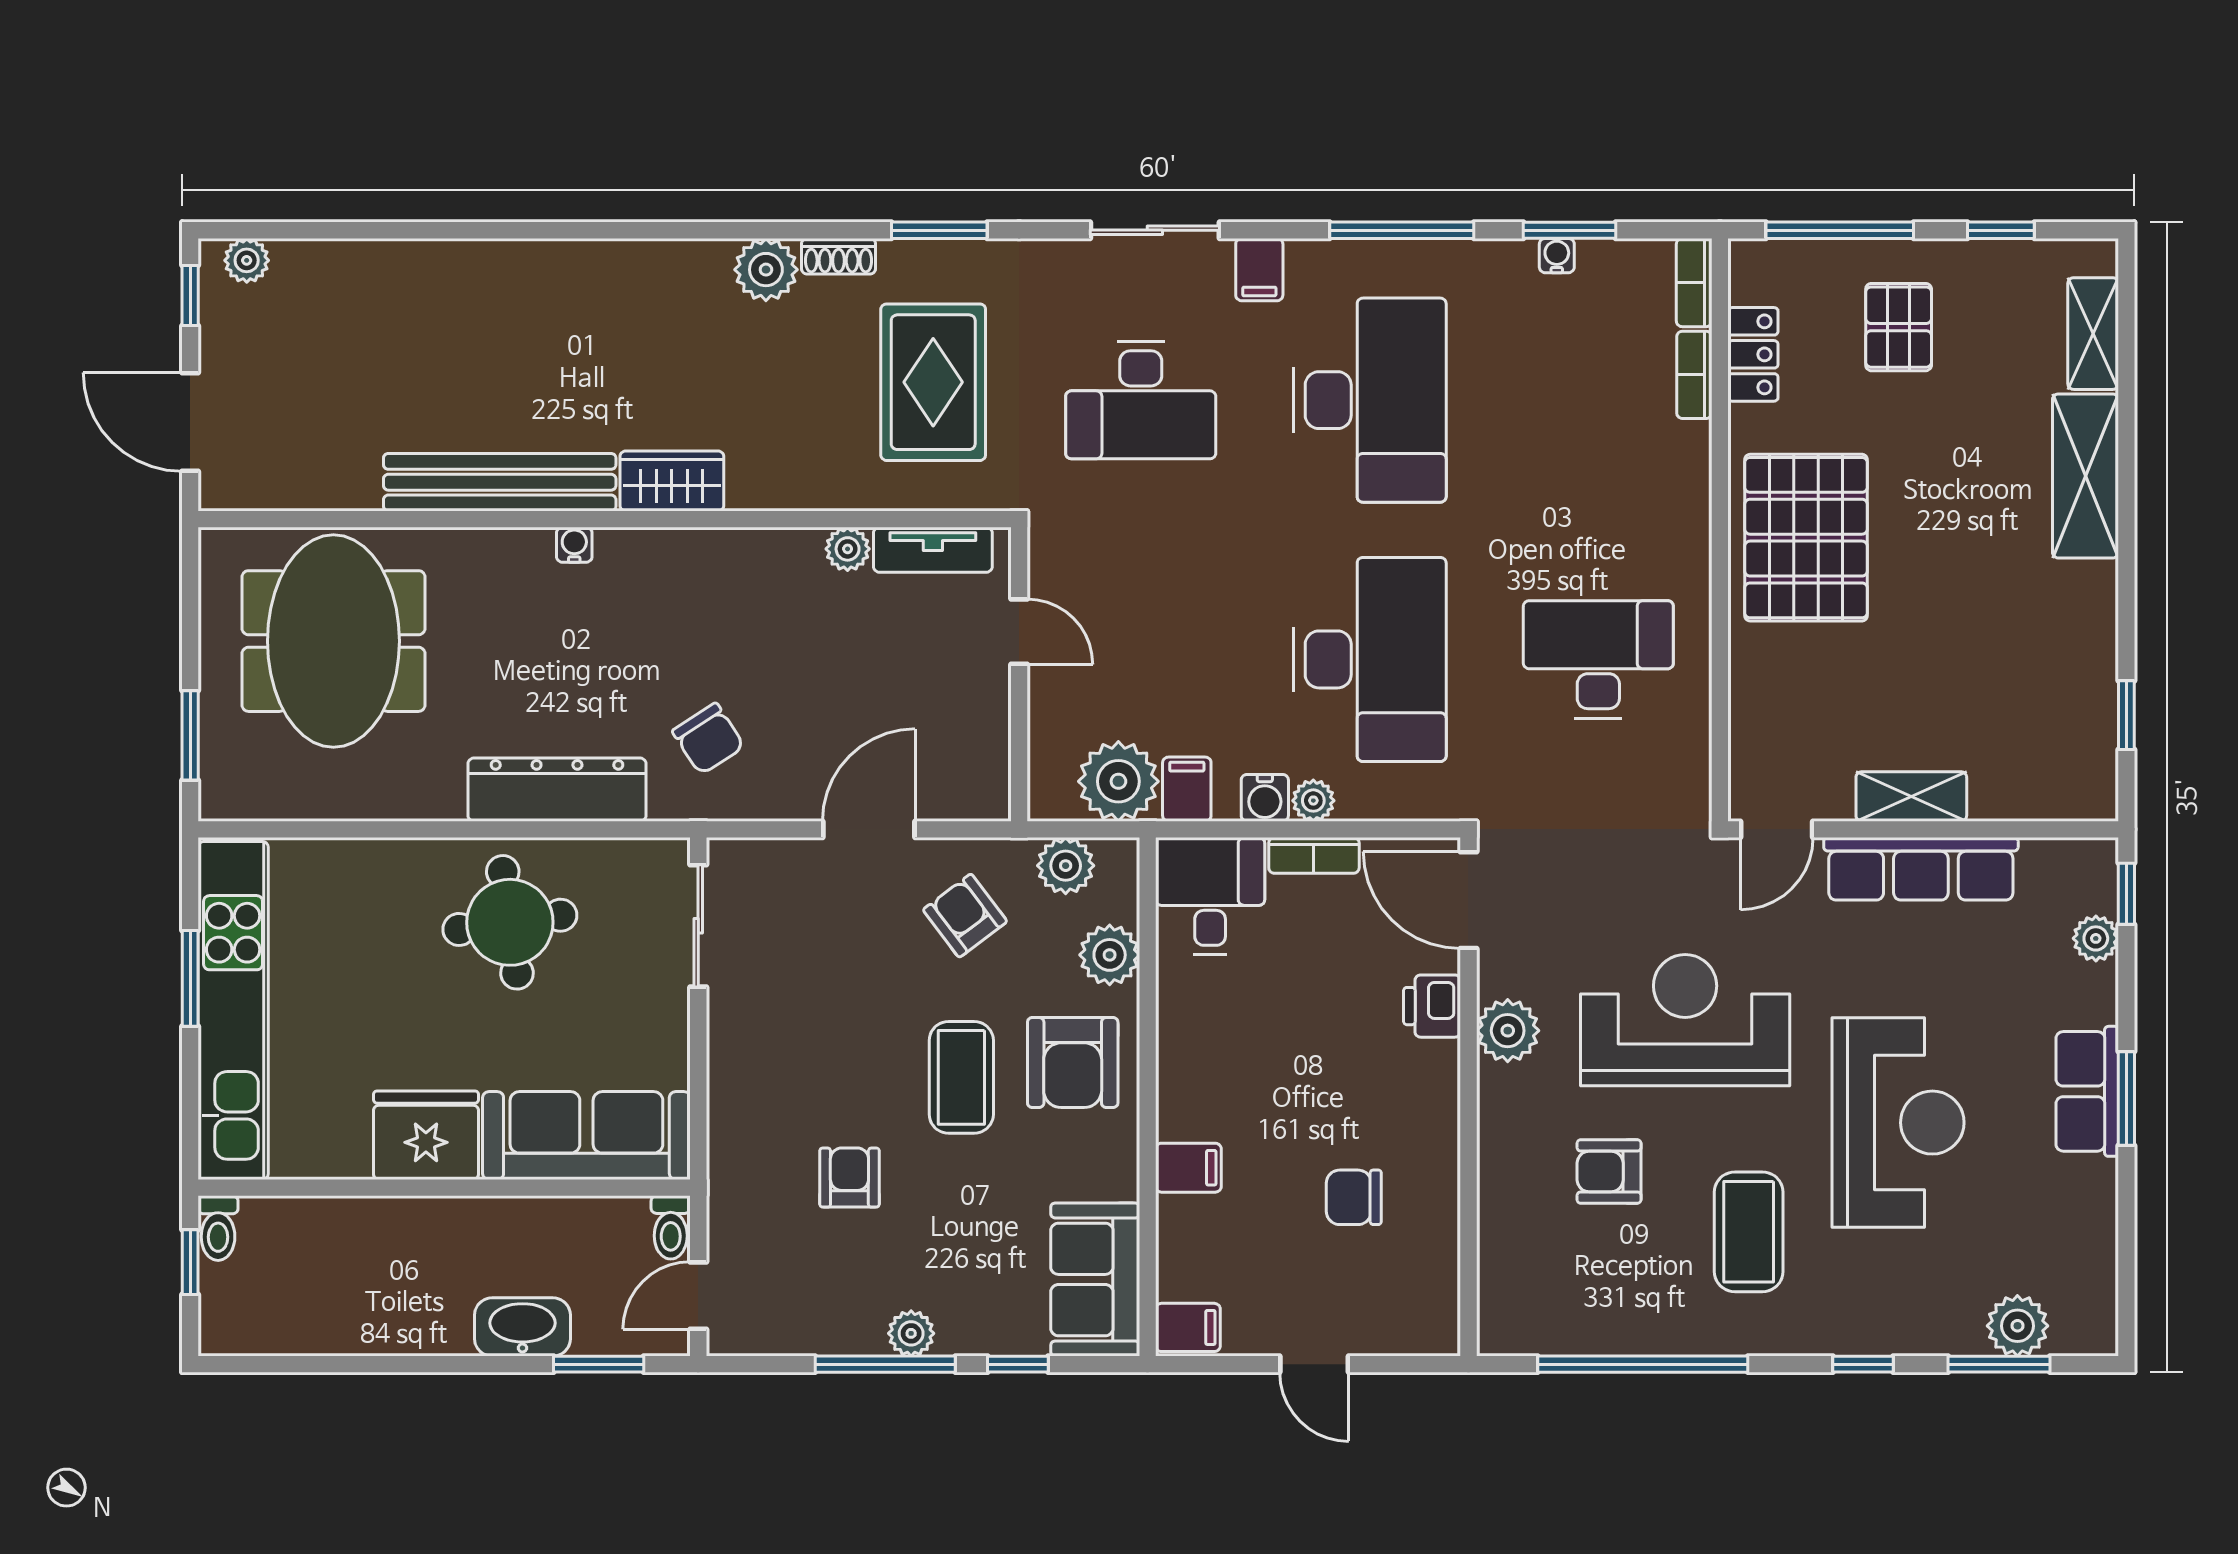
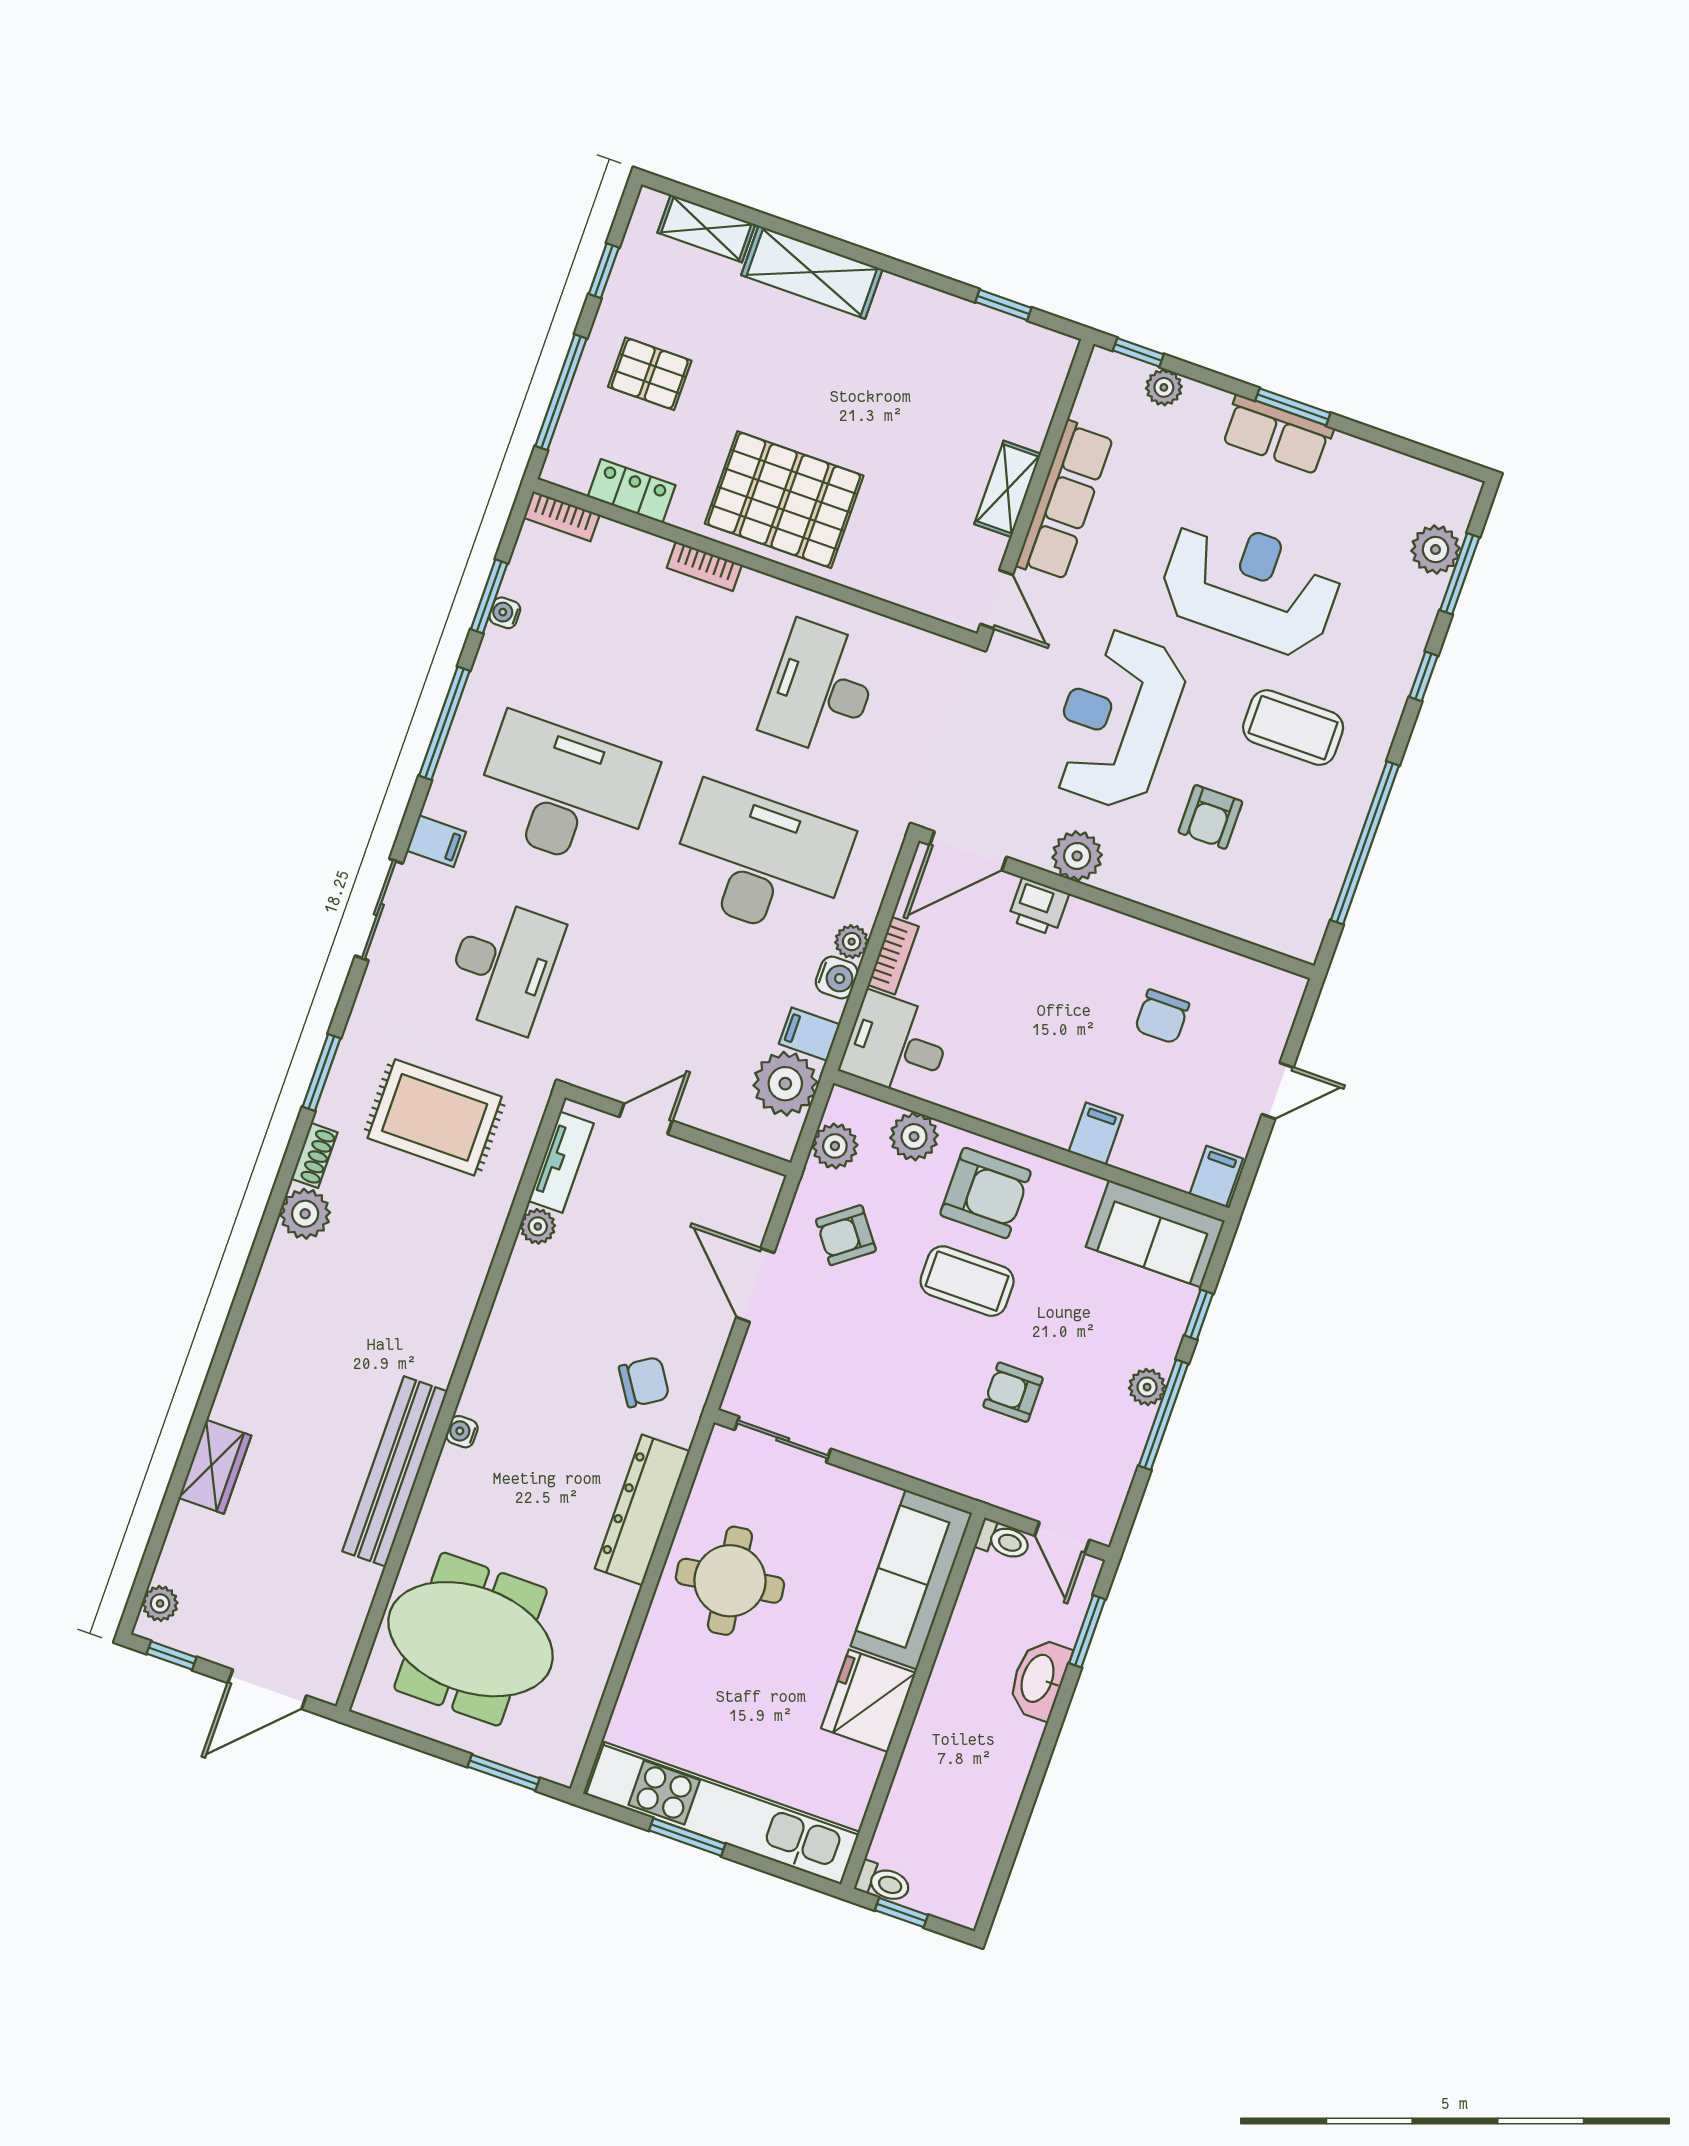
bookcase: (1694, 375) -> (704, 566), moved
wardrobe: (672, 481) -> (215, 1467), moved, turned 180

